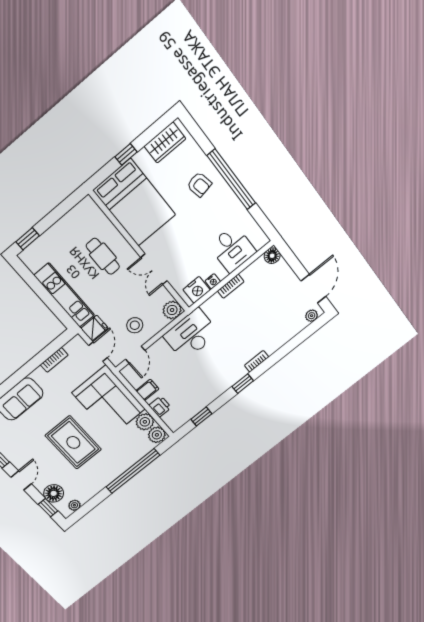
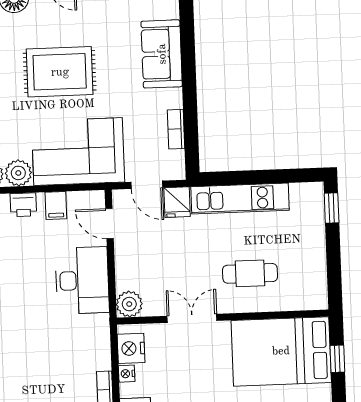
window: (126, 154) -> (337, 359), moved
stool: (135, 325) -> (145, 249), removed
desk: (191, 335) -> (82, 280), moved

